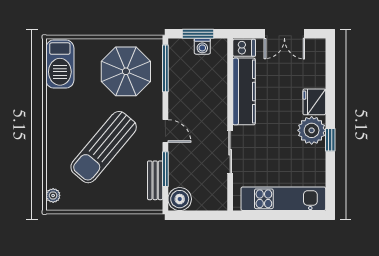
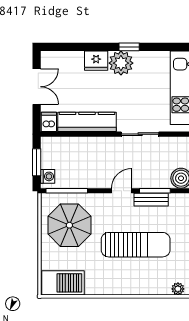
washing machine: (202, 46) -> (48, 176), moved
sun lounger: (104, 147) -> (136, 245), turned -40
bench: (155, 180) -> (151, 200), moved

